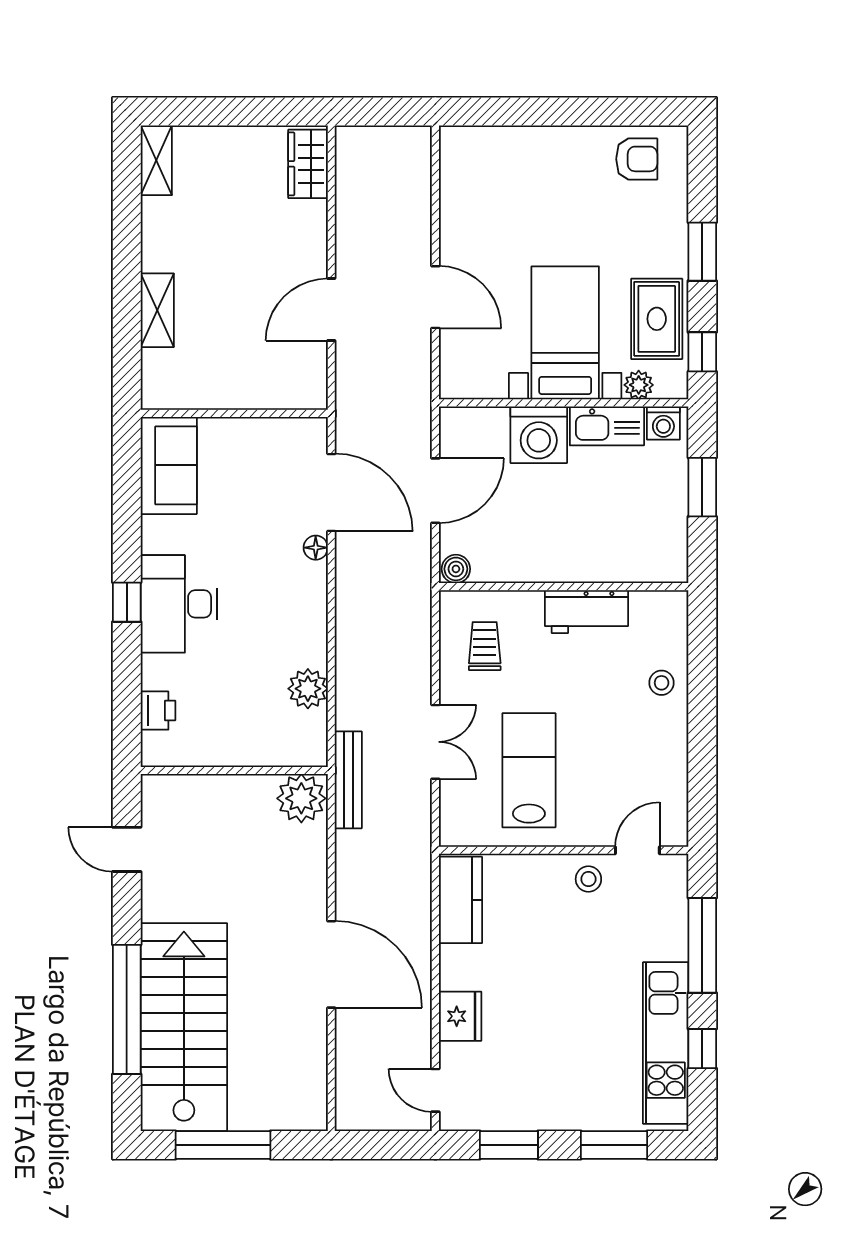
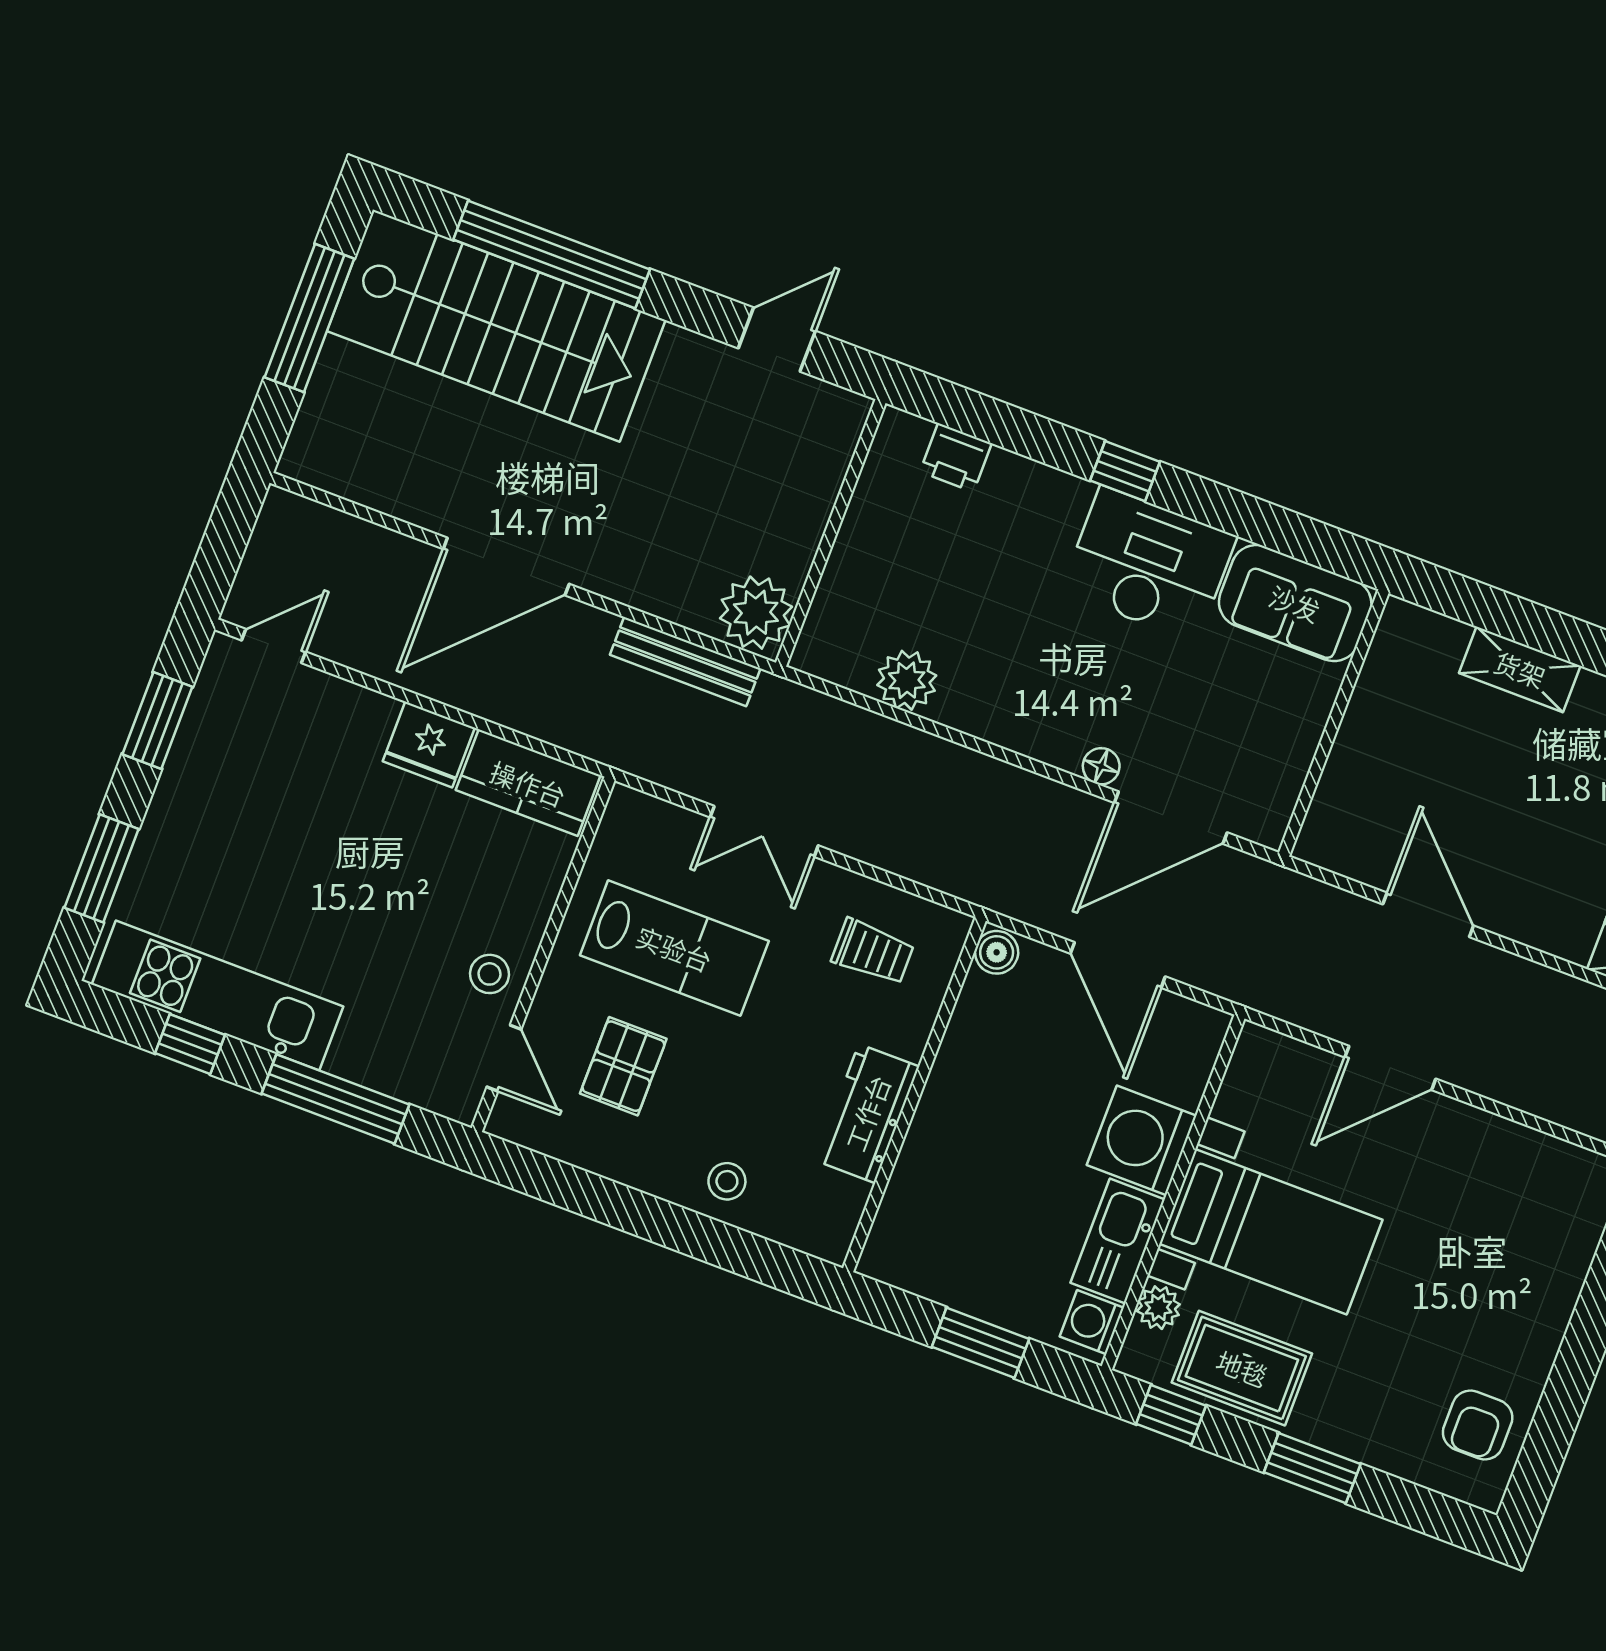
desk: (179, 604) -> (1149, 564), moved
pallet: (614, 774) -> (623, 1066), added
bench: (348, 780) -> (685, 662), moved
fridge: (460, 1016) -> (429, 744), moved

